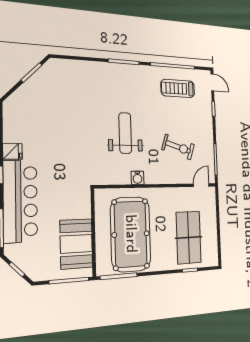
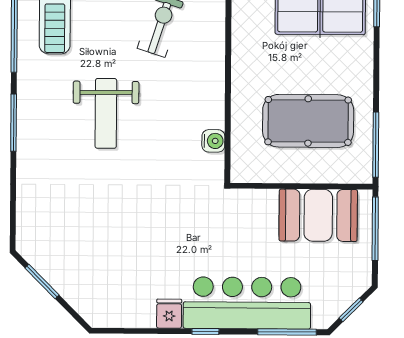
weight bench: (125, 133) -> (106, 113), moved, turned -90
water cooler: (138, 178) -> (213, 141), moved
pool table: (131, 234) -> (308, 121), width x0.73, depth x0.76

